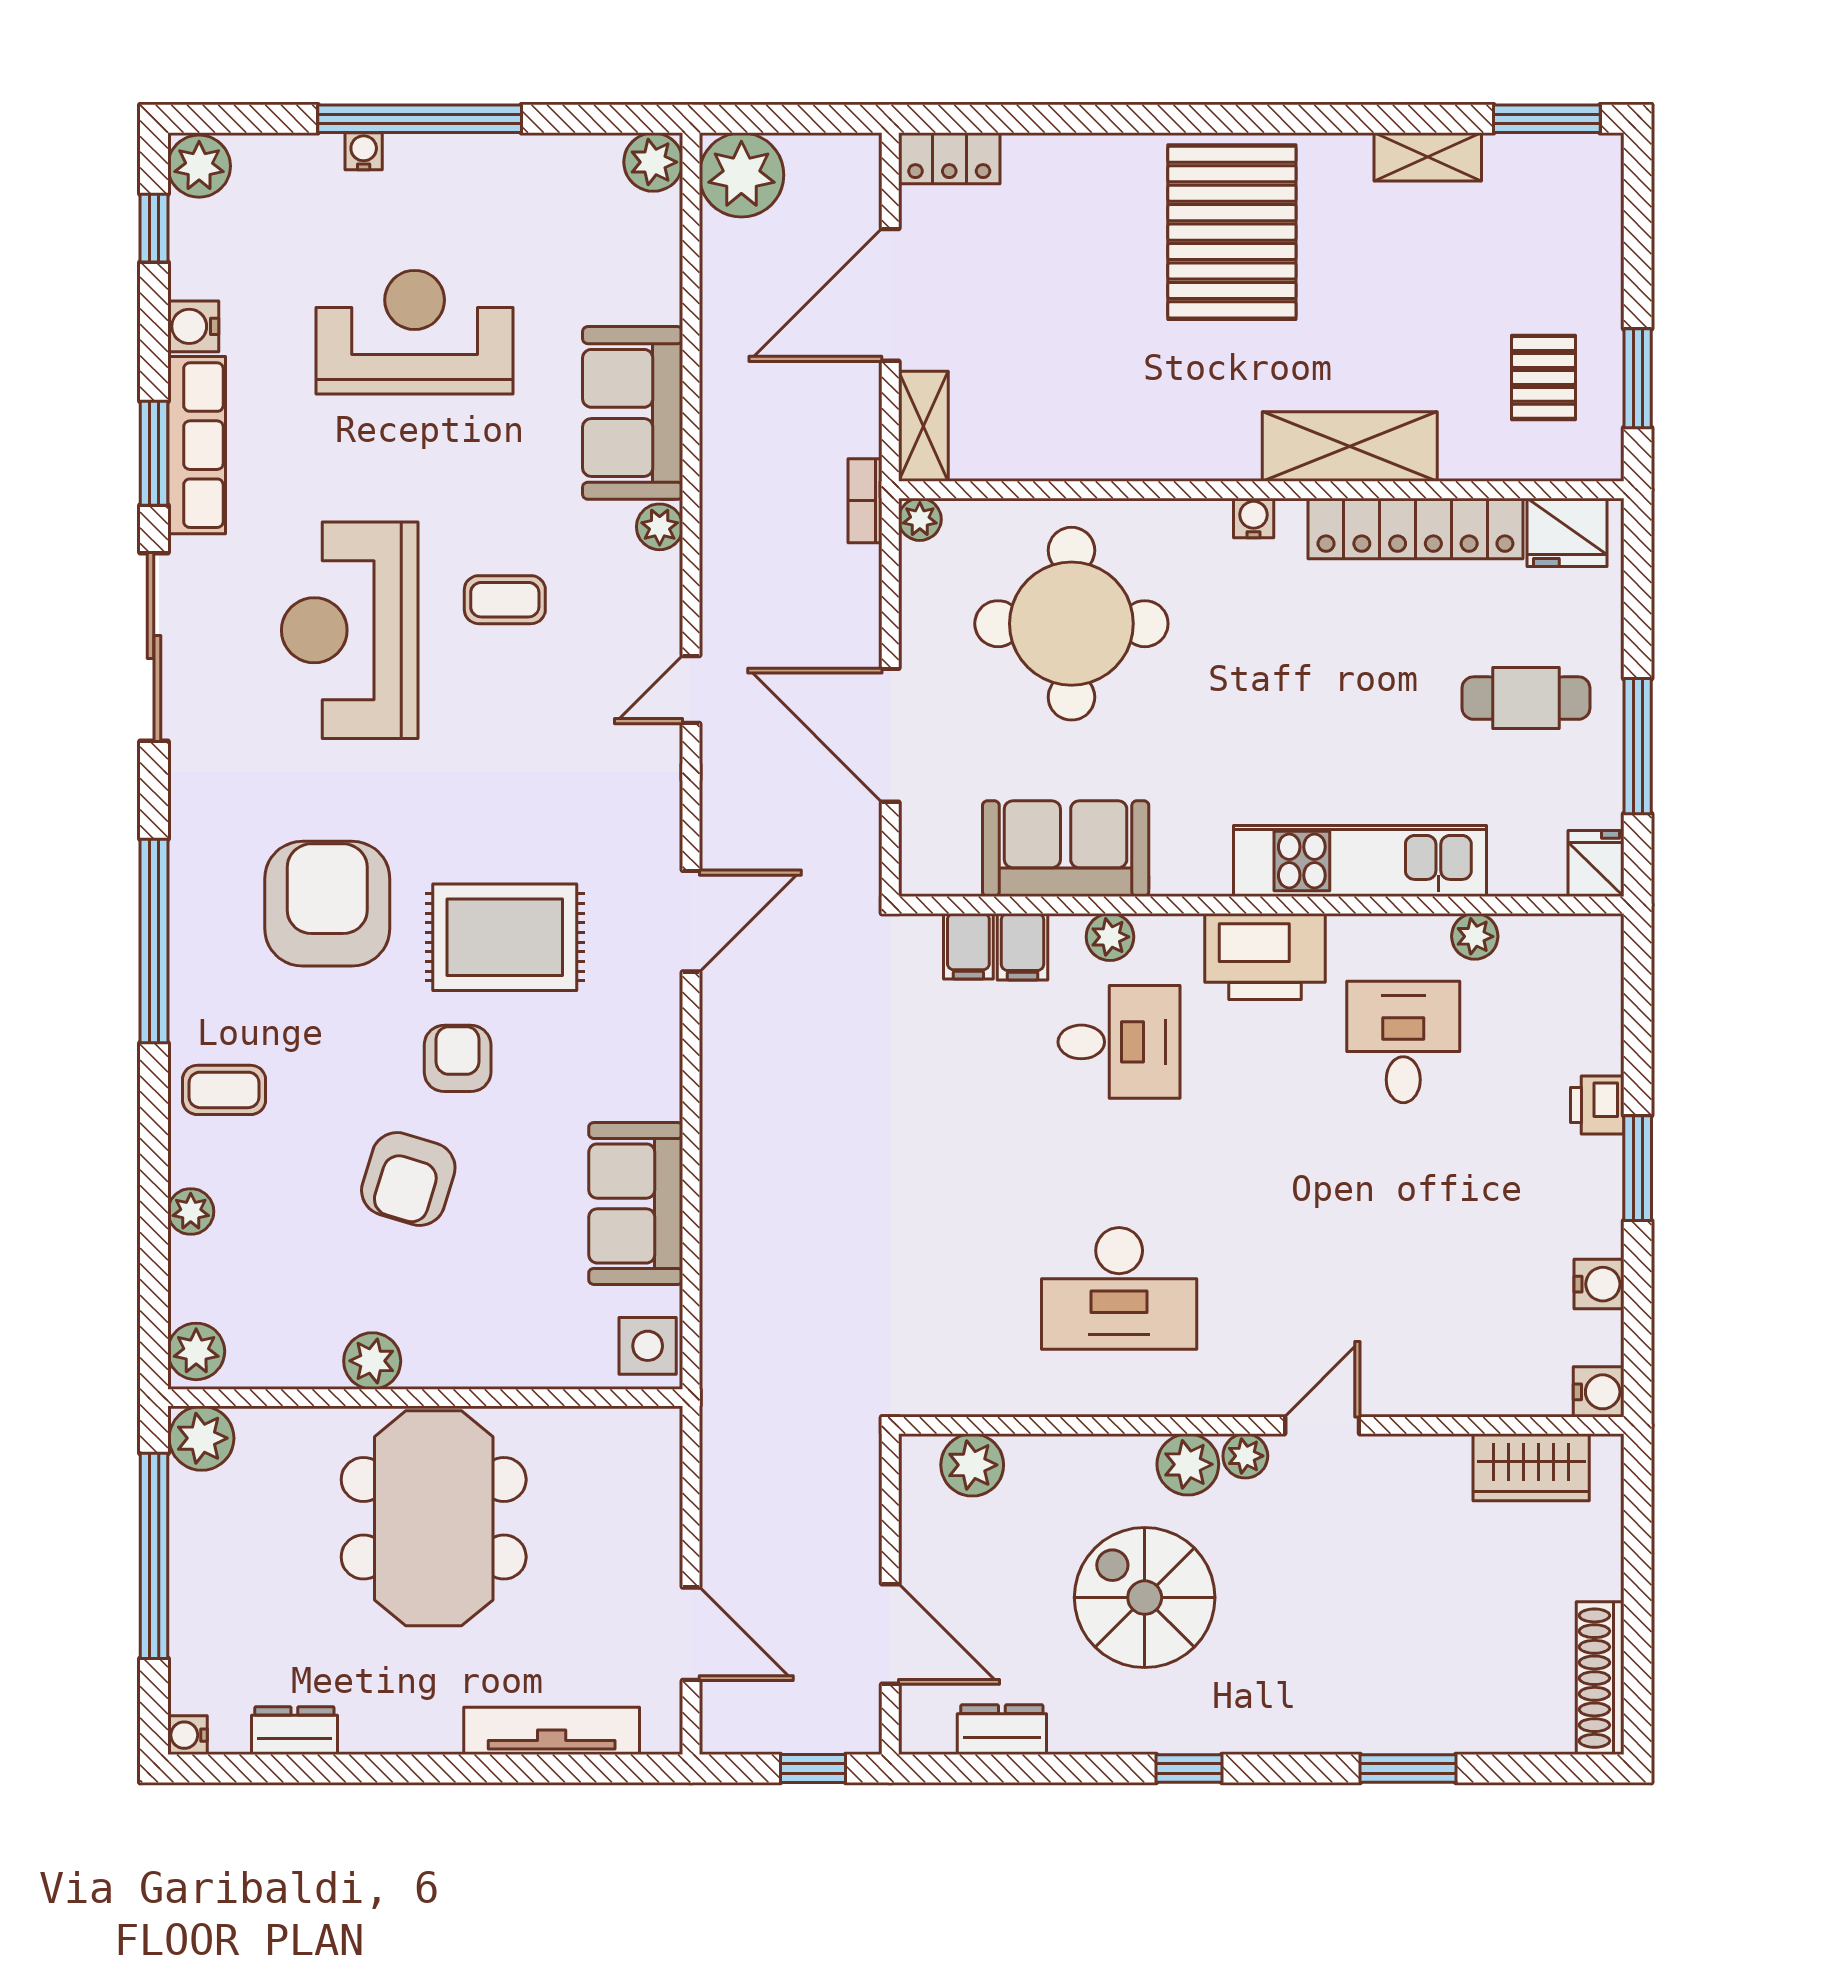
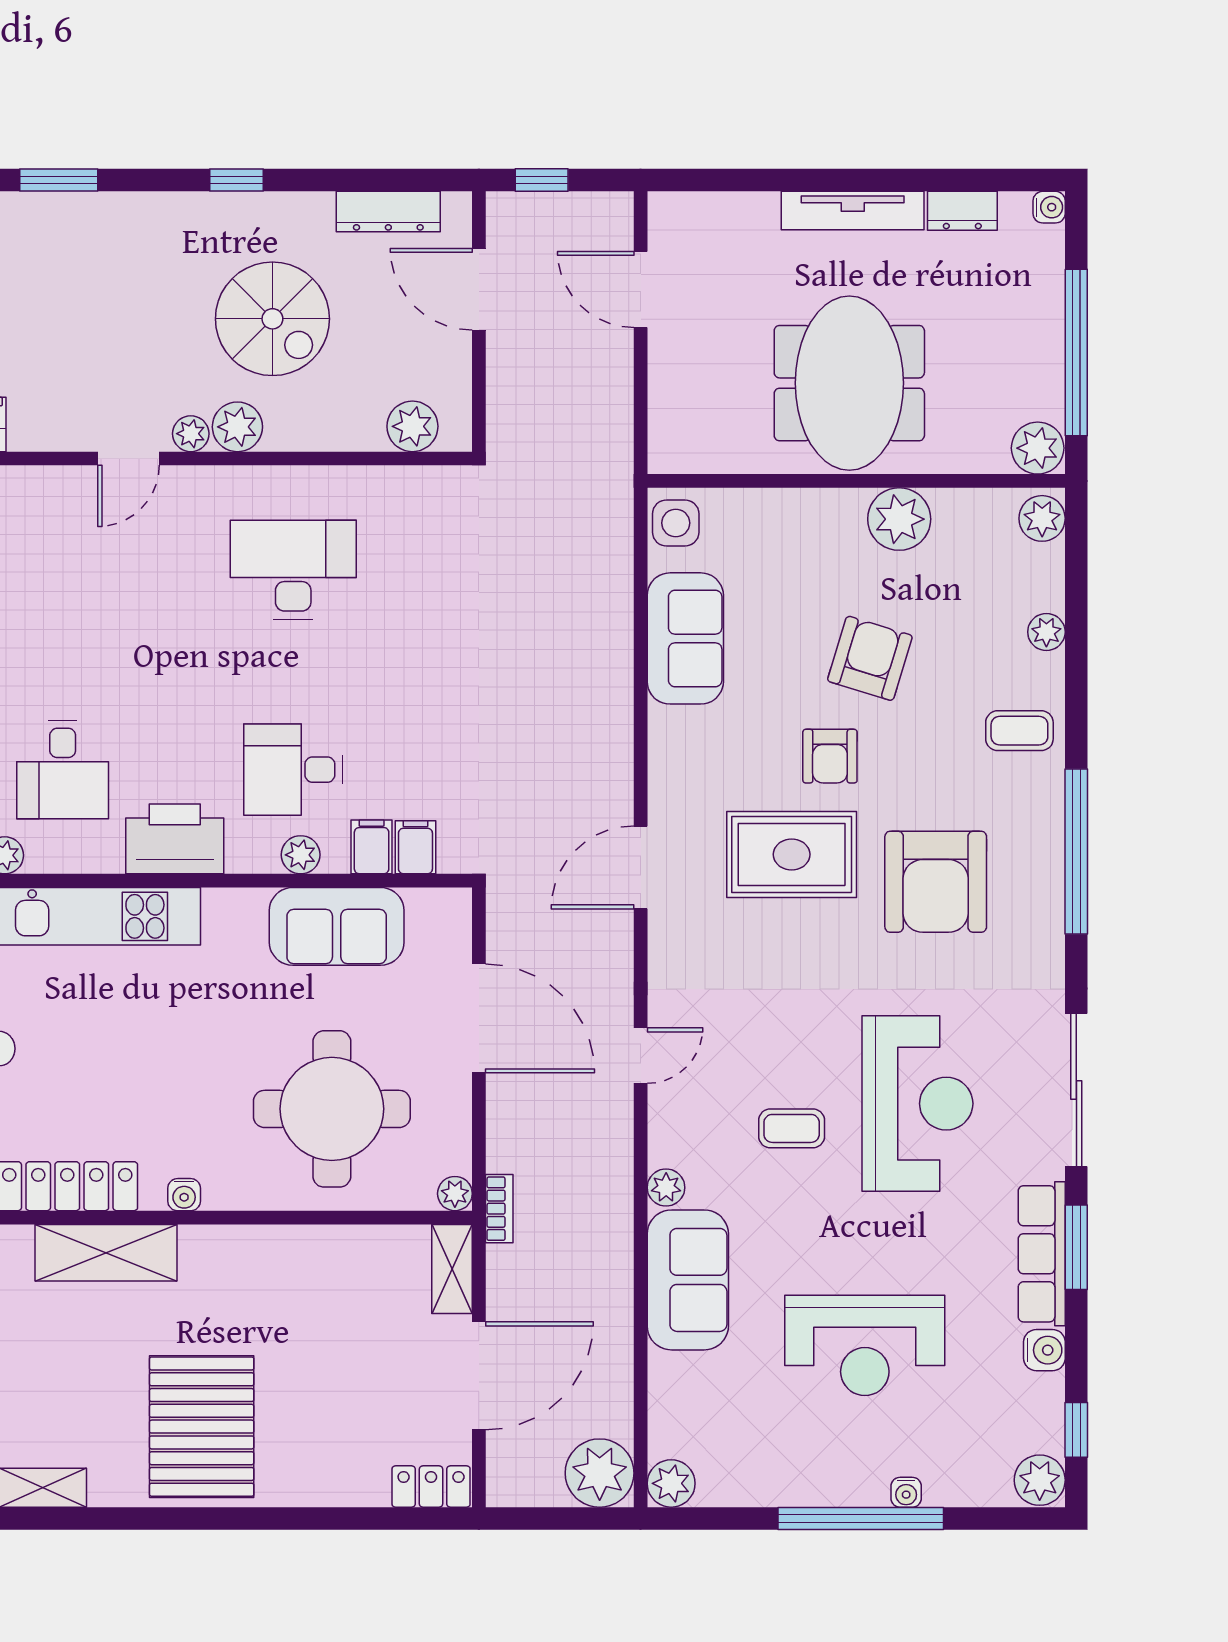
plant: (372, 1361) -> (899, 519), width x1.36, depth x1.36
dresser: (1002, 1730) -> (388, 212), width x1.44
tv unit: (552, 1731) -> (853, 211), moved

